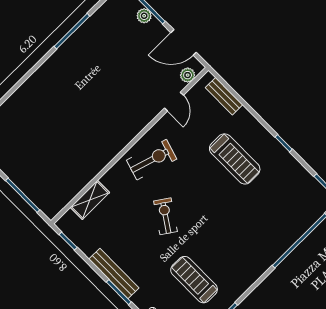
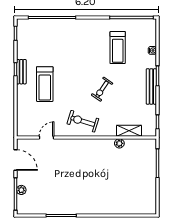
plant: (188, 75) -> (119, 143), moved
bench: (224, 96) -> (21, 72), moved
treadmill: (235, 159) -> (45, 84), turned 180

